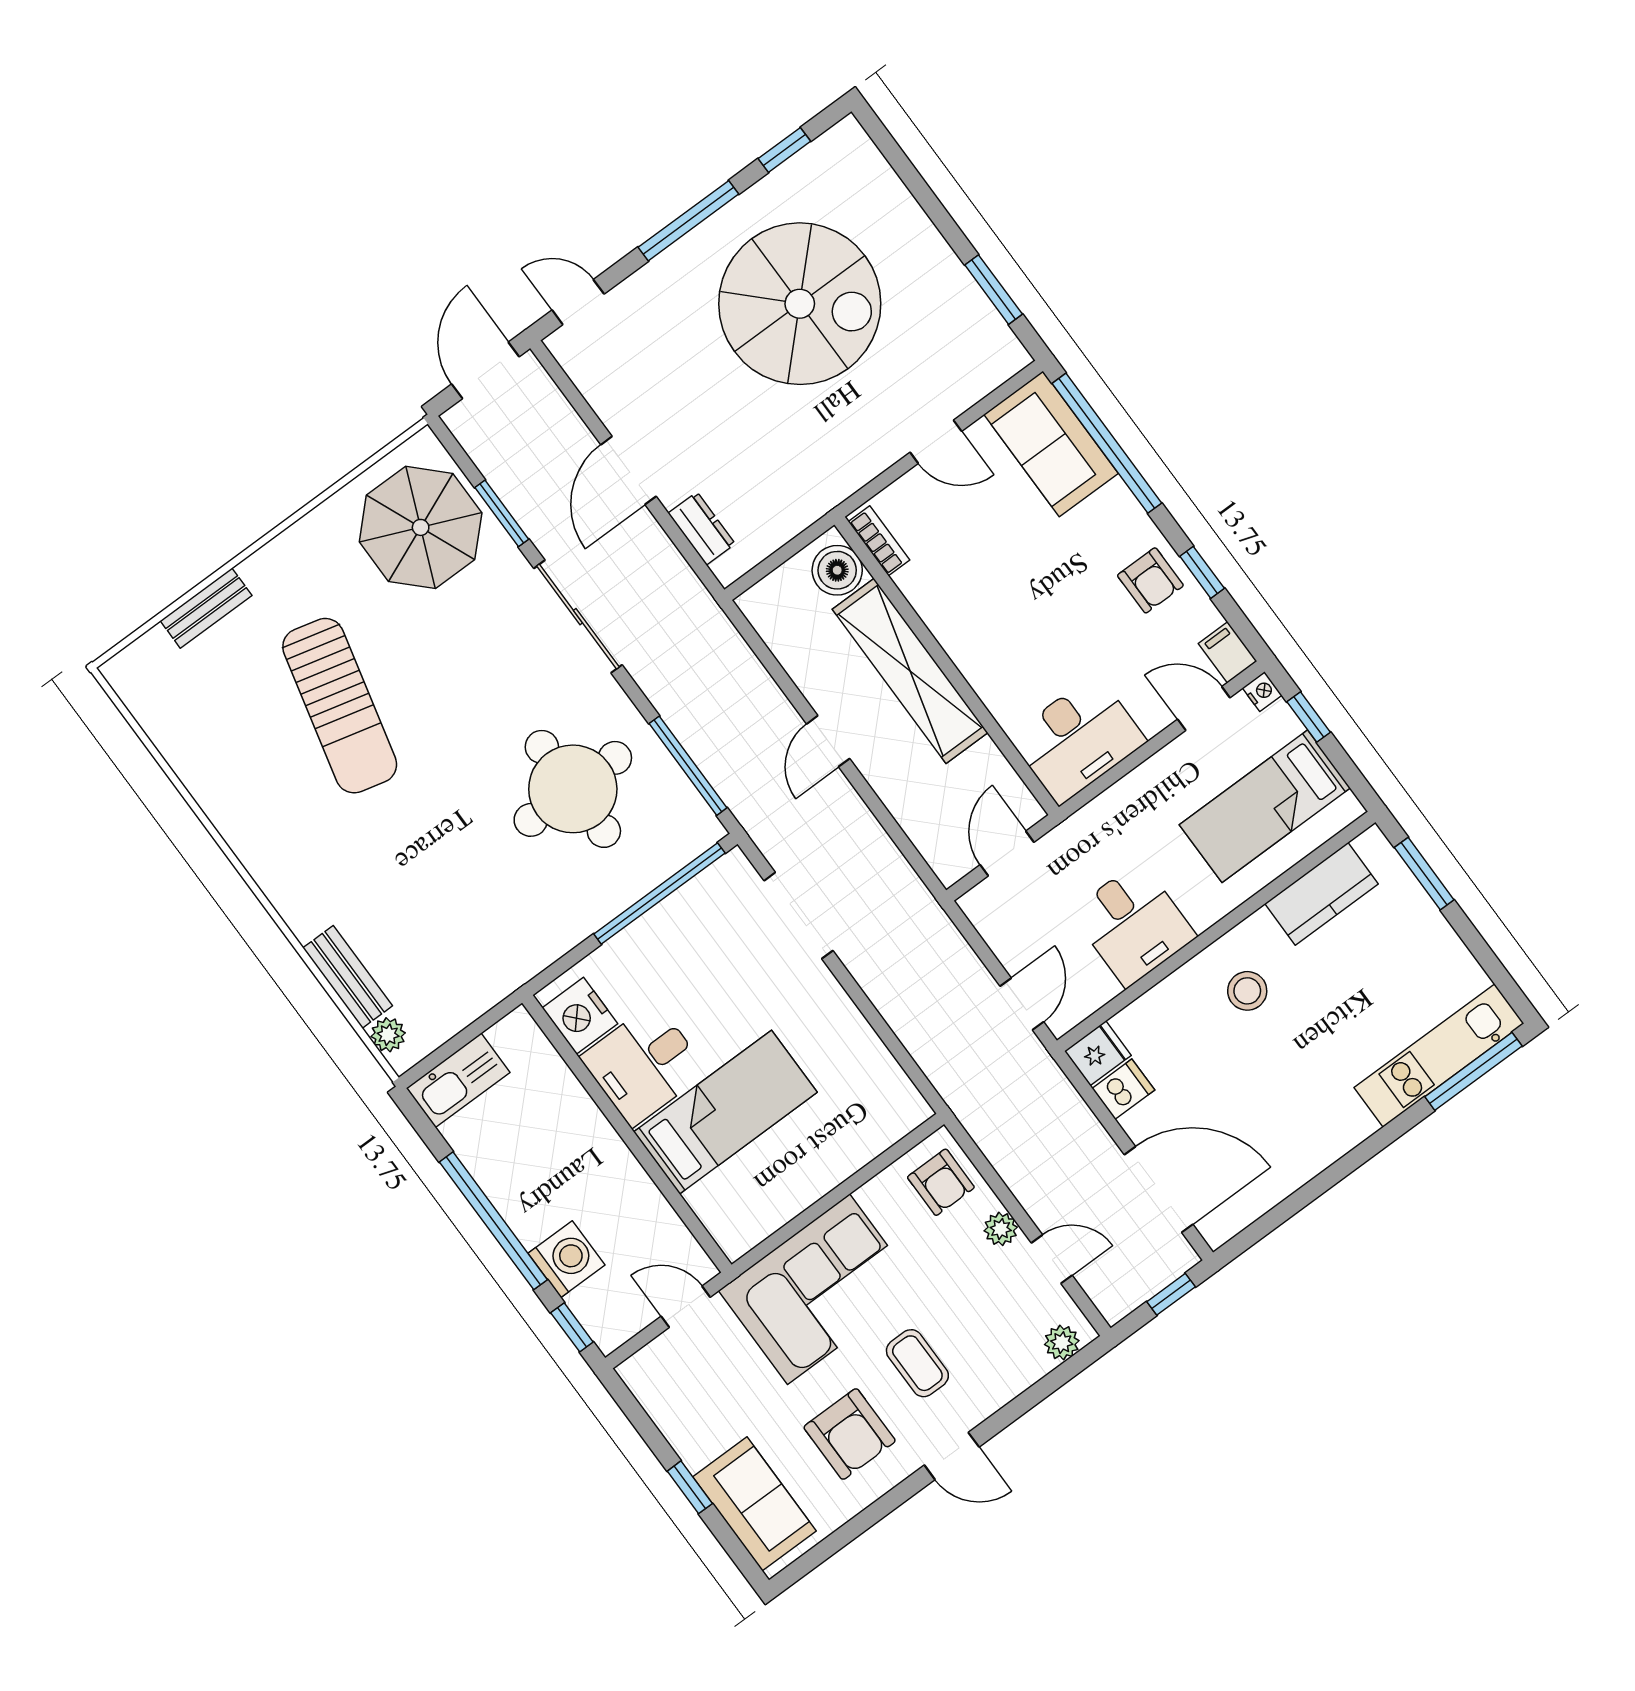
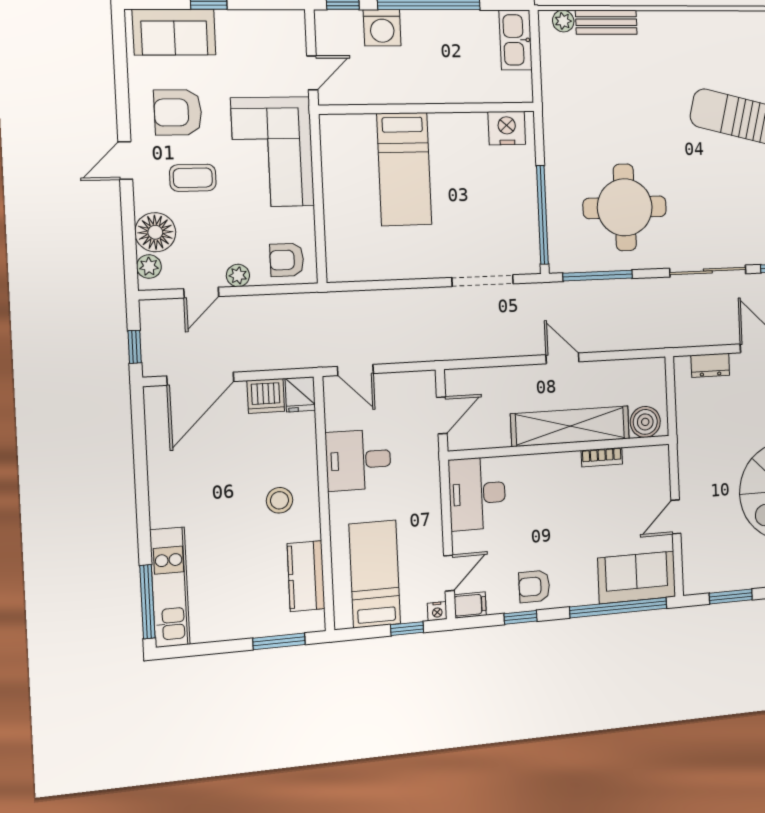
bookcase: (879, 541) -> (602, 457), moved
door: (1007, 853) -> (442, 415), hinge flipped
desk: (644, 1064) -> (459, 143), removed
dishwasher: (1123, 1089) -> (266, 396), width x1.38
floor lamp: (1015, 1363) -> (155, 232), added

